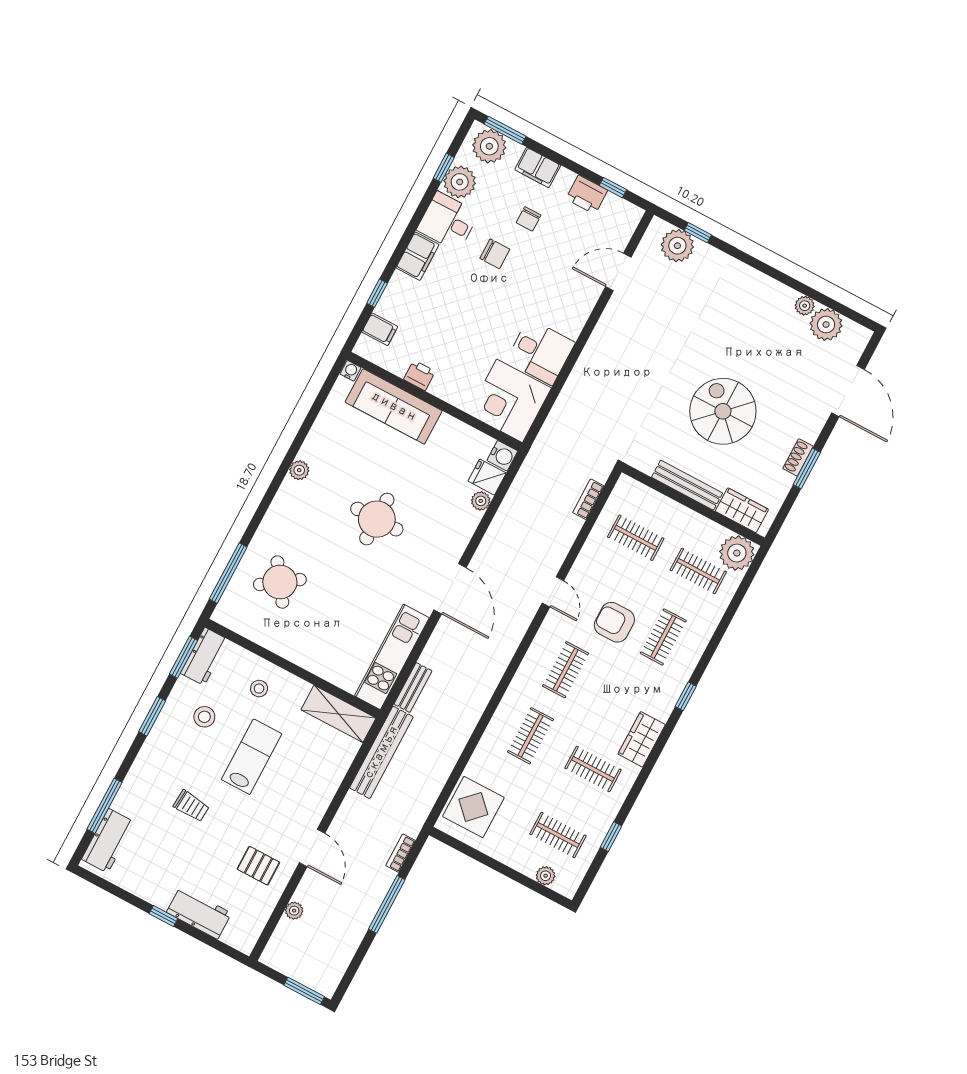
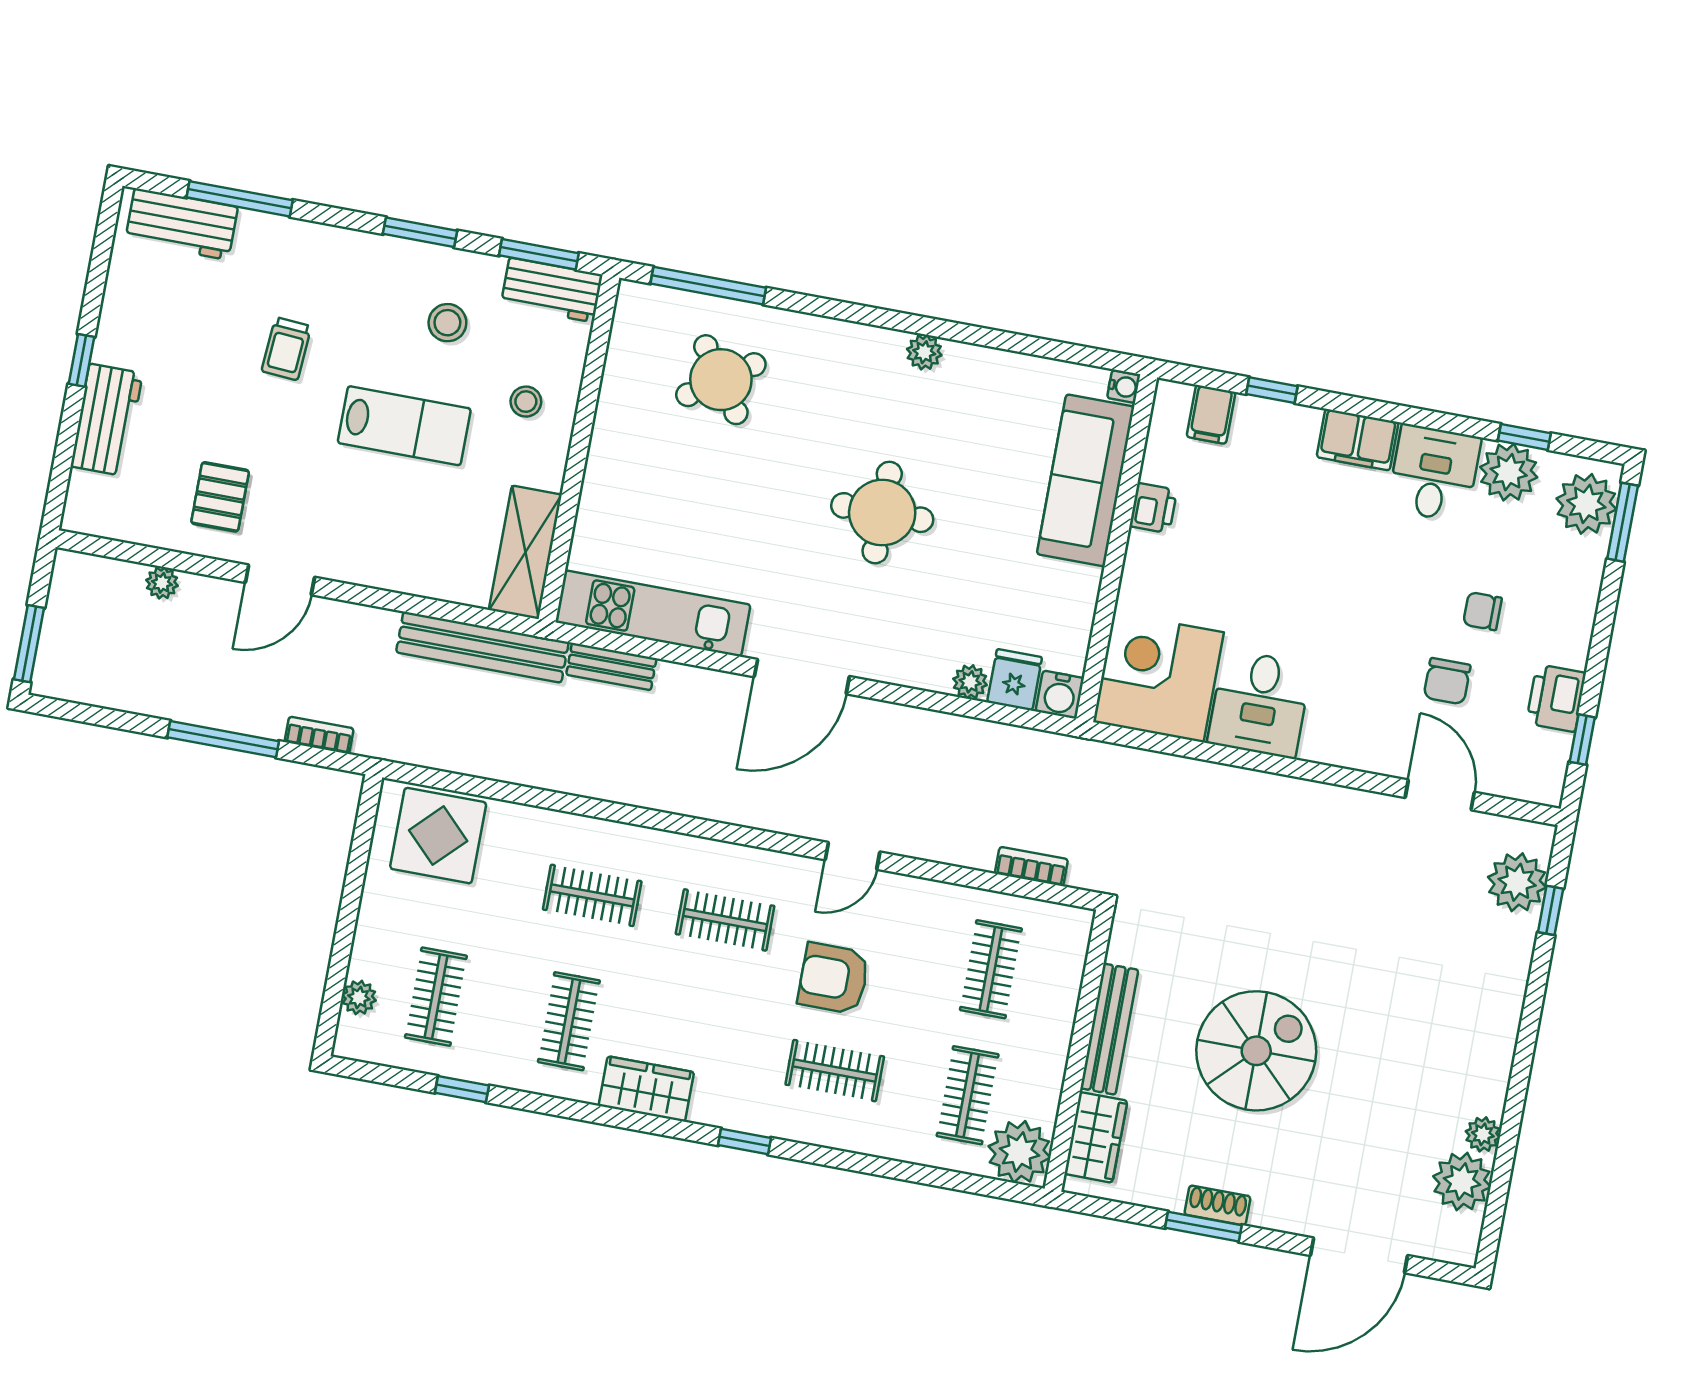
filing cabinet: (538, 167) -> (1576, 599), removed
chair: (495, 254) -> (1447, 681), moved
armchair: (614, 622) -> (833, 978), turned -90

